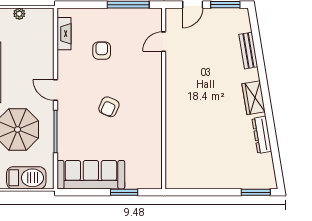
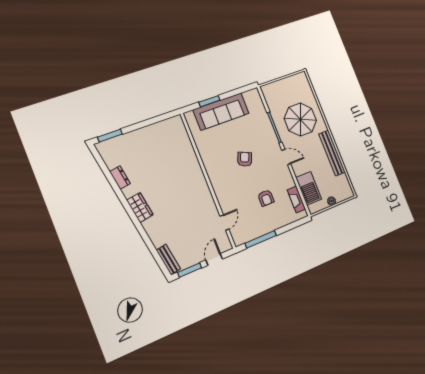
bench: (248, 51) -> (168, 259), moved
dresser: (262, 135) -> (120, 178), width x0.70
sofa: (91, 175) -> (221, 111), moved
barbecue: (26, 178) -> (309, 188), moved, turned -90

